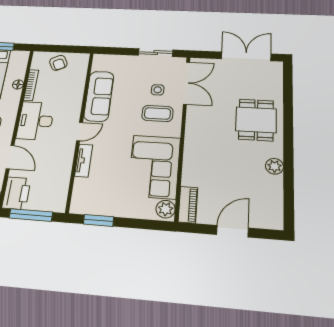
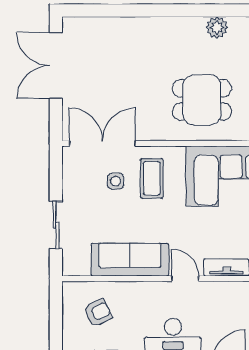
sliding door: (156, 53) -> (56, 225), moved
armchair: (58, 63) -> (98, 313), moved
dining table: (256, 120) -> (202, 100), moved

